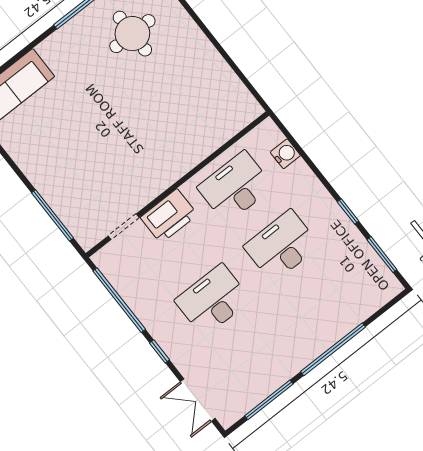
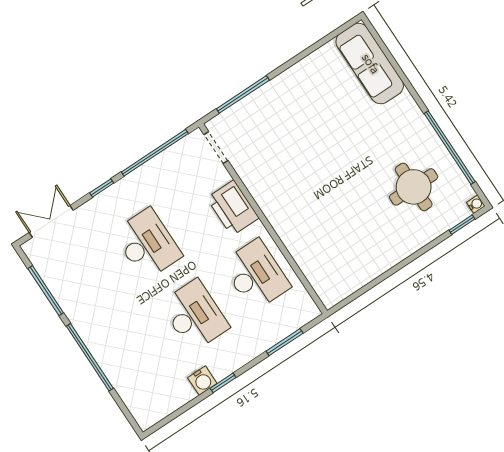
water cooler: (285, 154) -> (202, 381), moved
doorway: (124, 227) -> (216, 148), moved
window: (382, 255) -> (285, 342), moved

